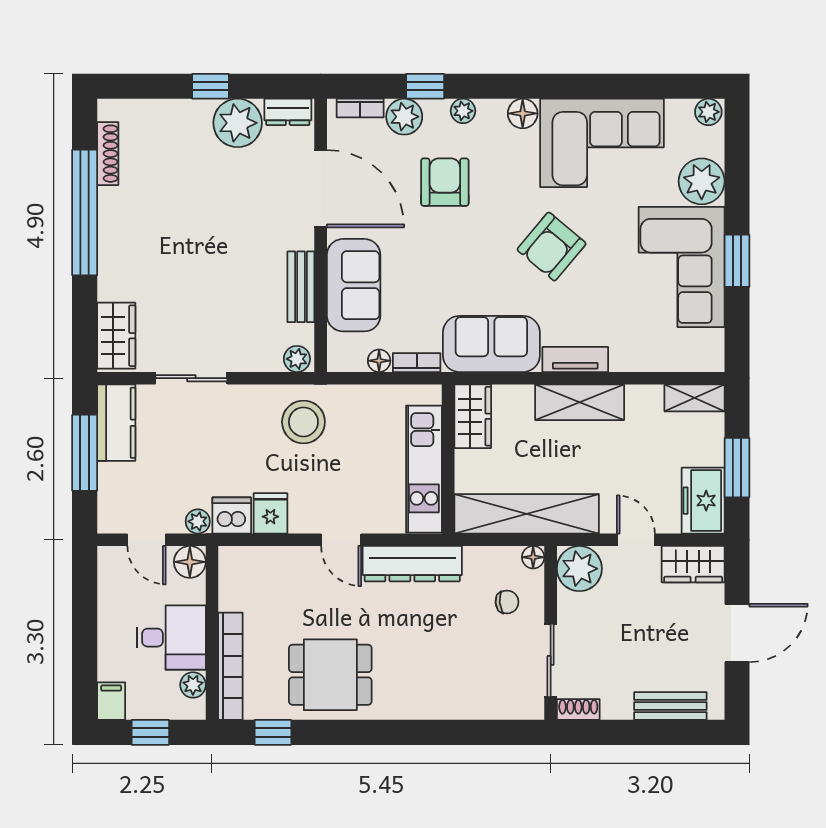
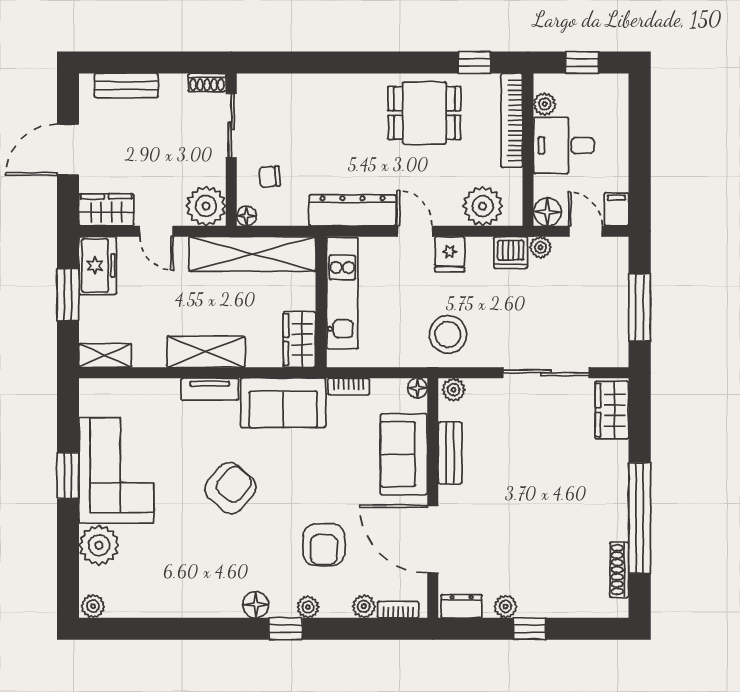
window: (425, 86) -> (286, 629), moved
plant: (404, 117) -> (364, 606), width x0.73, depth x0.73
plant: (238, 123) -> (506, 606), width x0.53, depth x0.53
corner sofa: (602, 143) -> (186, 579), removed
floor lamp: (379, 361) -> (417, 388), moved
sliding door: (191, 378) -> (546, 373), width x1.37
kitchen counter: (116, 423) -> (612, 334), removed
fridge: (270, 513) -> (450, 254), moved
plant: (264, 568) -> (483, 206), added
filing cabinet: (111, 701) -> (616, 209), moved, turned 180

